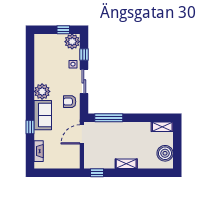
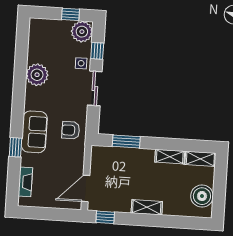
plant: (42, 91) -> (37, 75), moved
armchair: (70, 102) -> (71, 130), moved
window: (109, 118) -> (126, 142), width x0.69
shelving: (140, 127) -> (170, 157), added
door: (82, 134) -> (86, 188), moved

